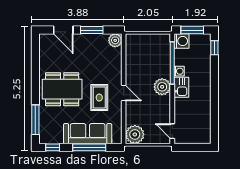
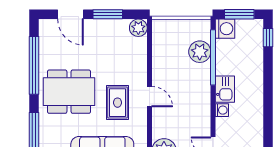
window: (35, 69) -> (34, 65), added
washing machine: (179, 71) -> (222, 110), moved
plant: (162, 87) -> (200, 52), moved

